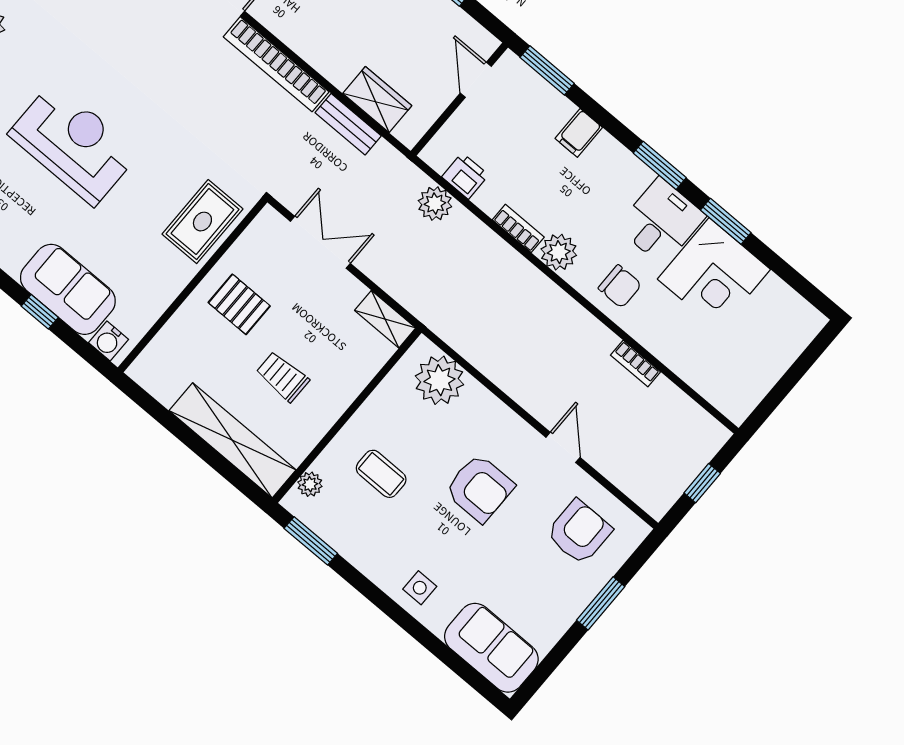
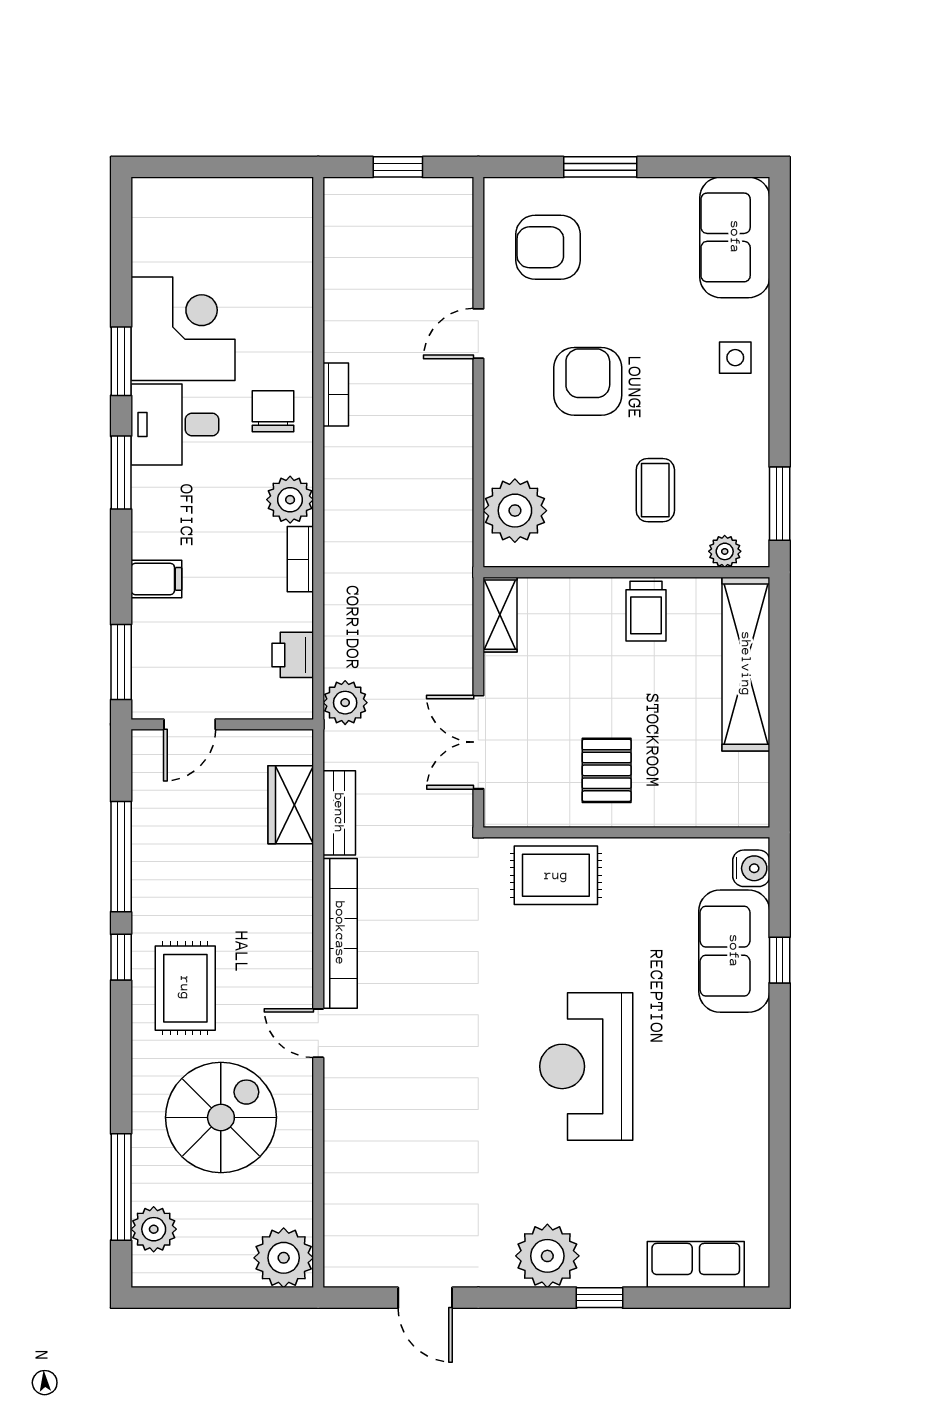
plant: (435, 204) -> (345, 703), moved
bookcase: (635, 363) -> (336, 395), moved
trolley: (283, 377) -> (646, 611), moved

